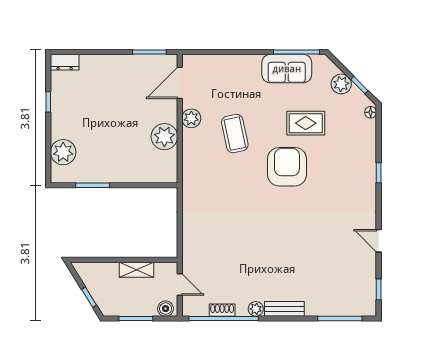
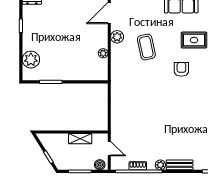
plant: (164, 137) -> (103, 53), width x0.53, depth x0.53
armchair: (287, 167) -> (181, 69), width x0.53, depth x0.53

